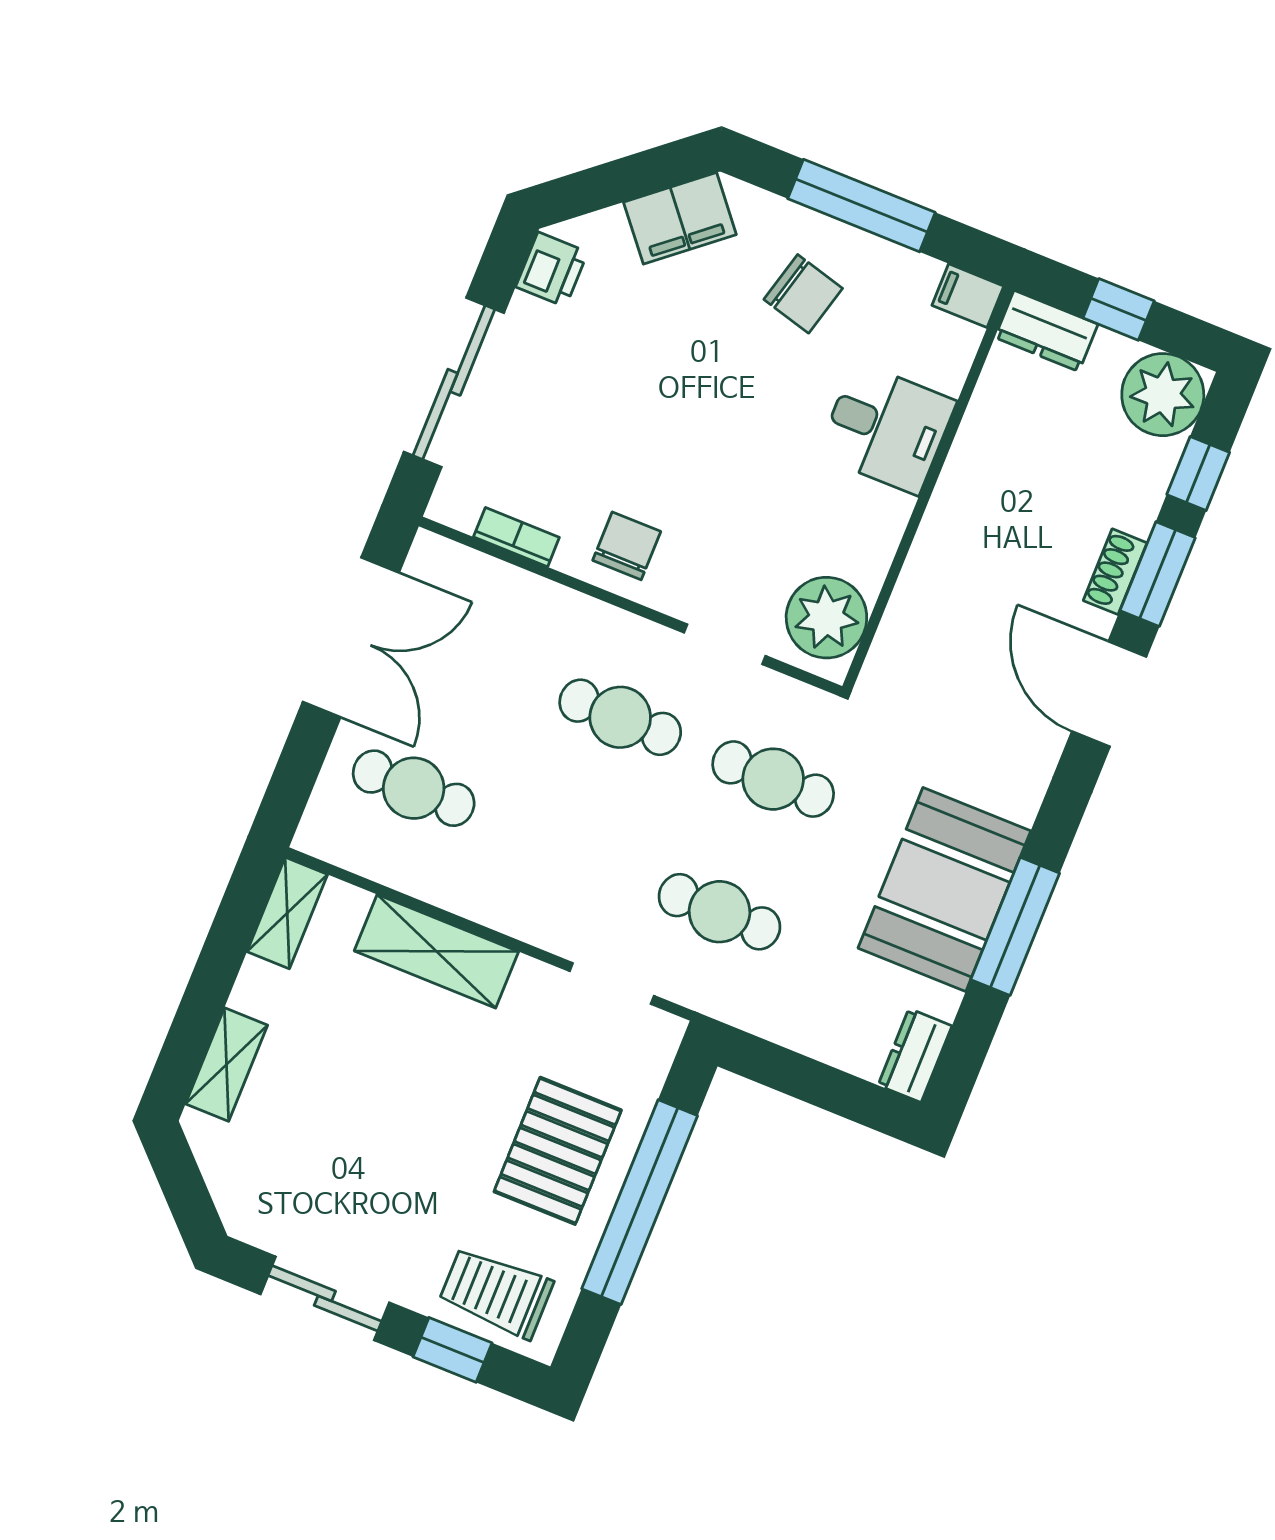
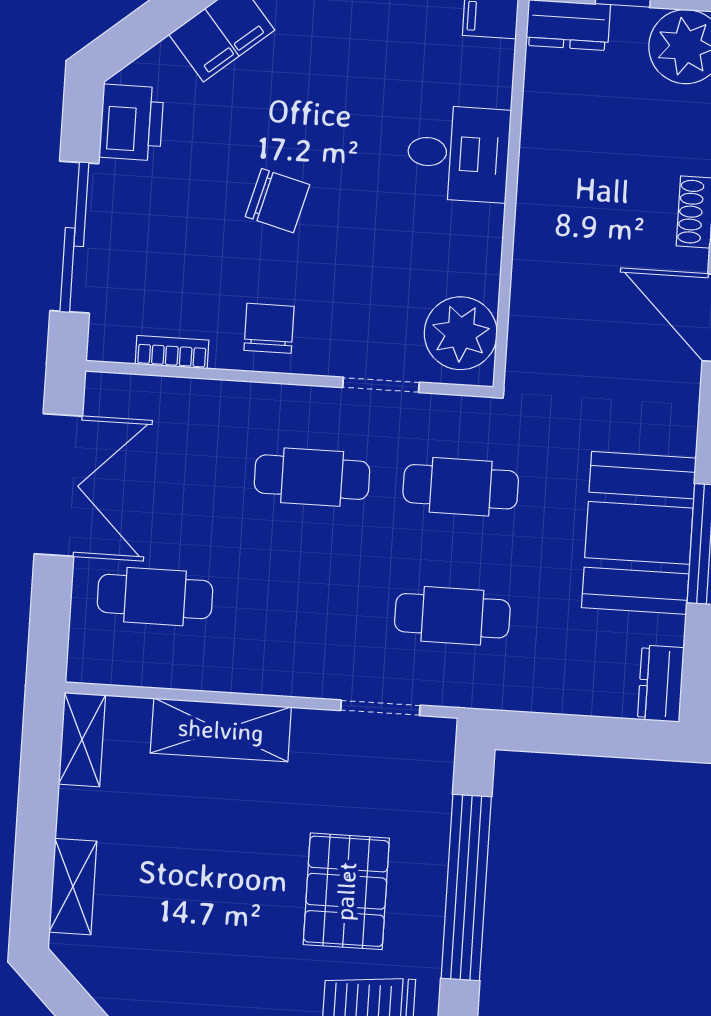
printer: (552, 269) -> (131, 123), width x1.36, depth x1.24
chair: (803, 294) -> (278, 201), moved
pallet: (558, 1151) -> (346, 891), moved

